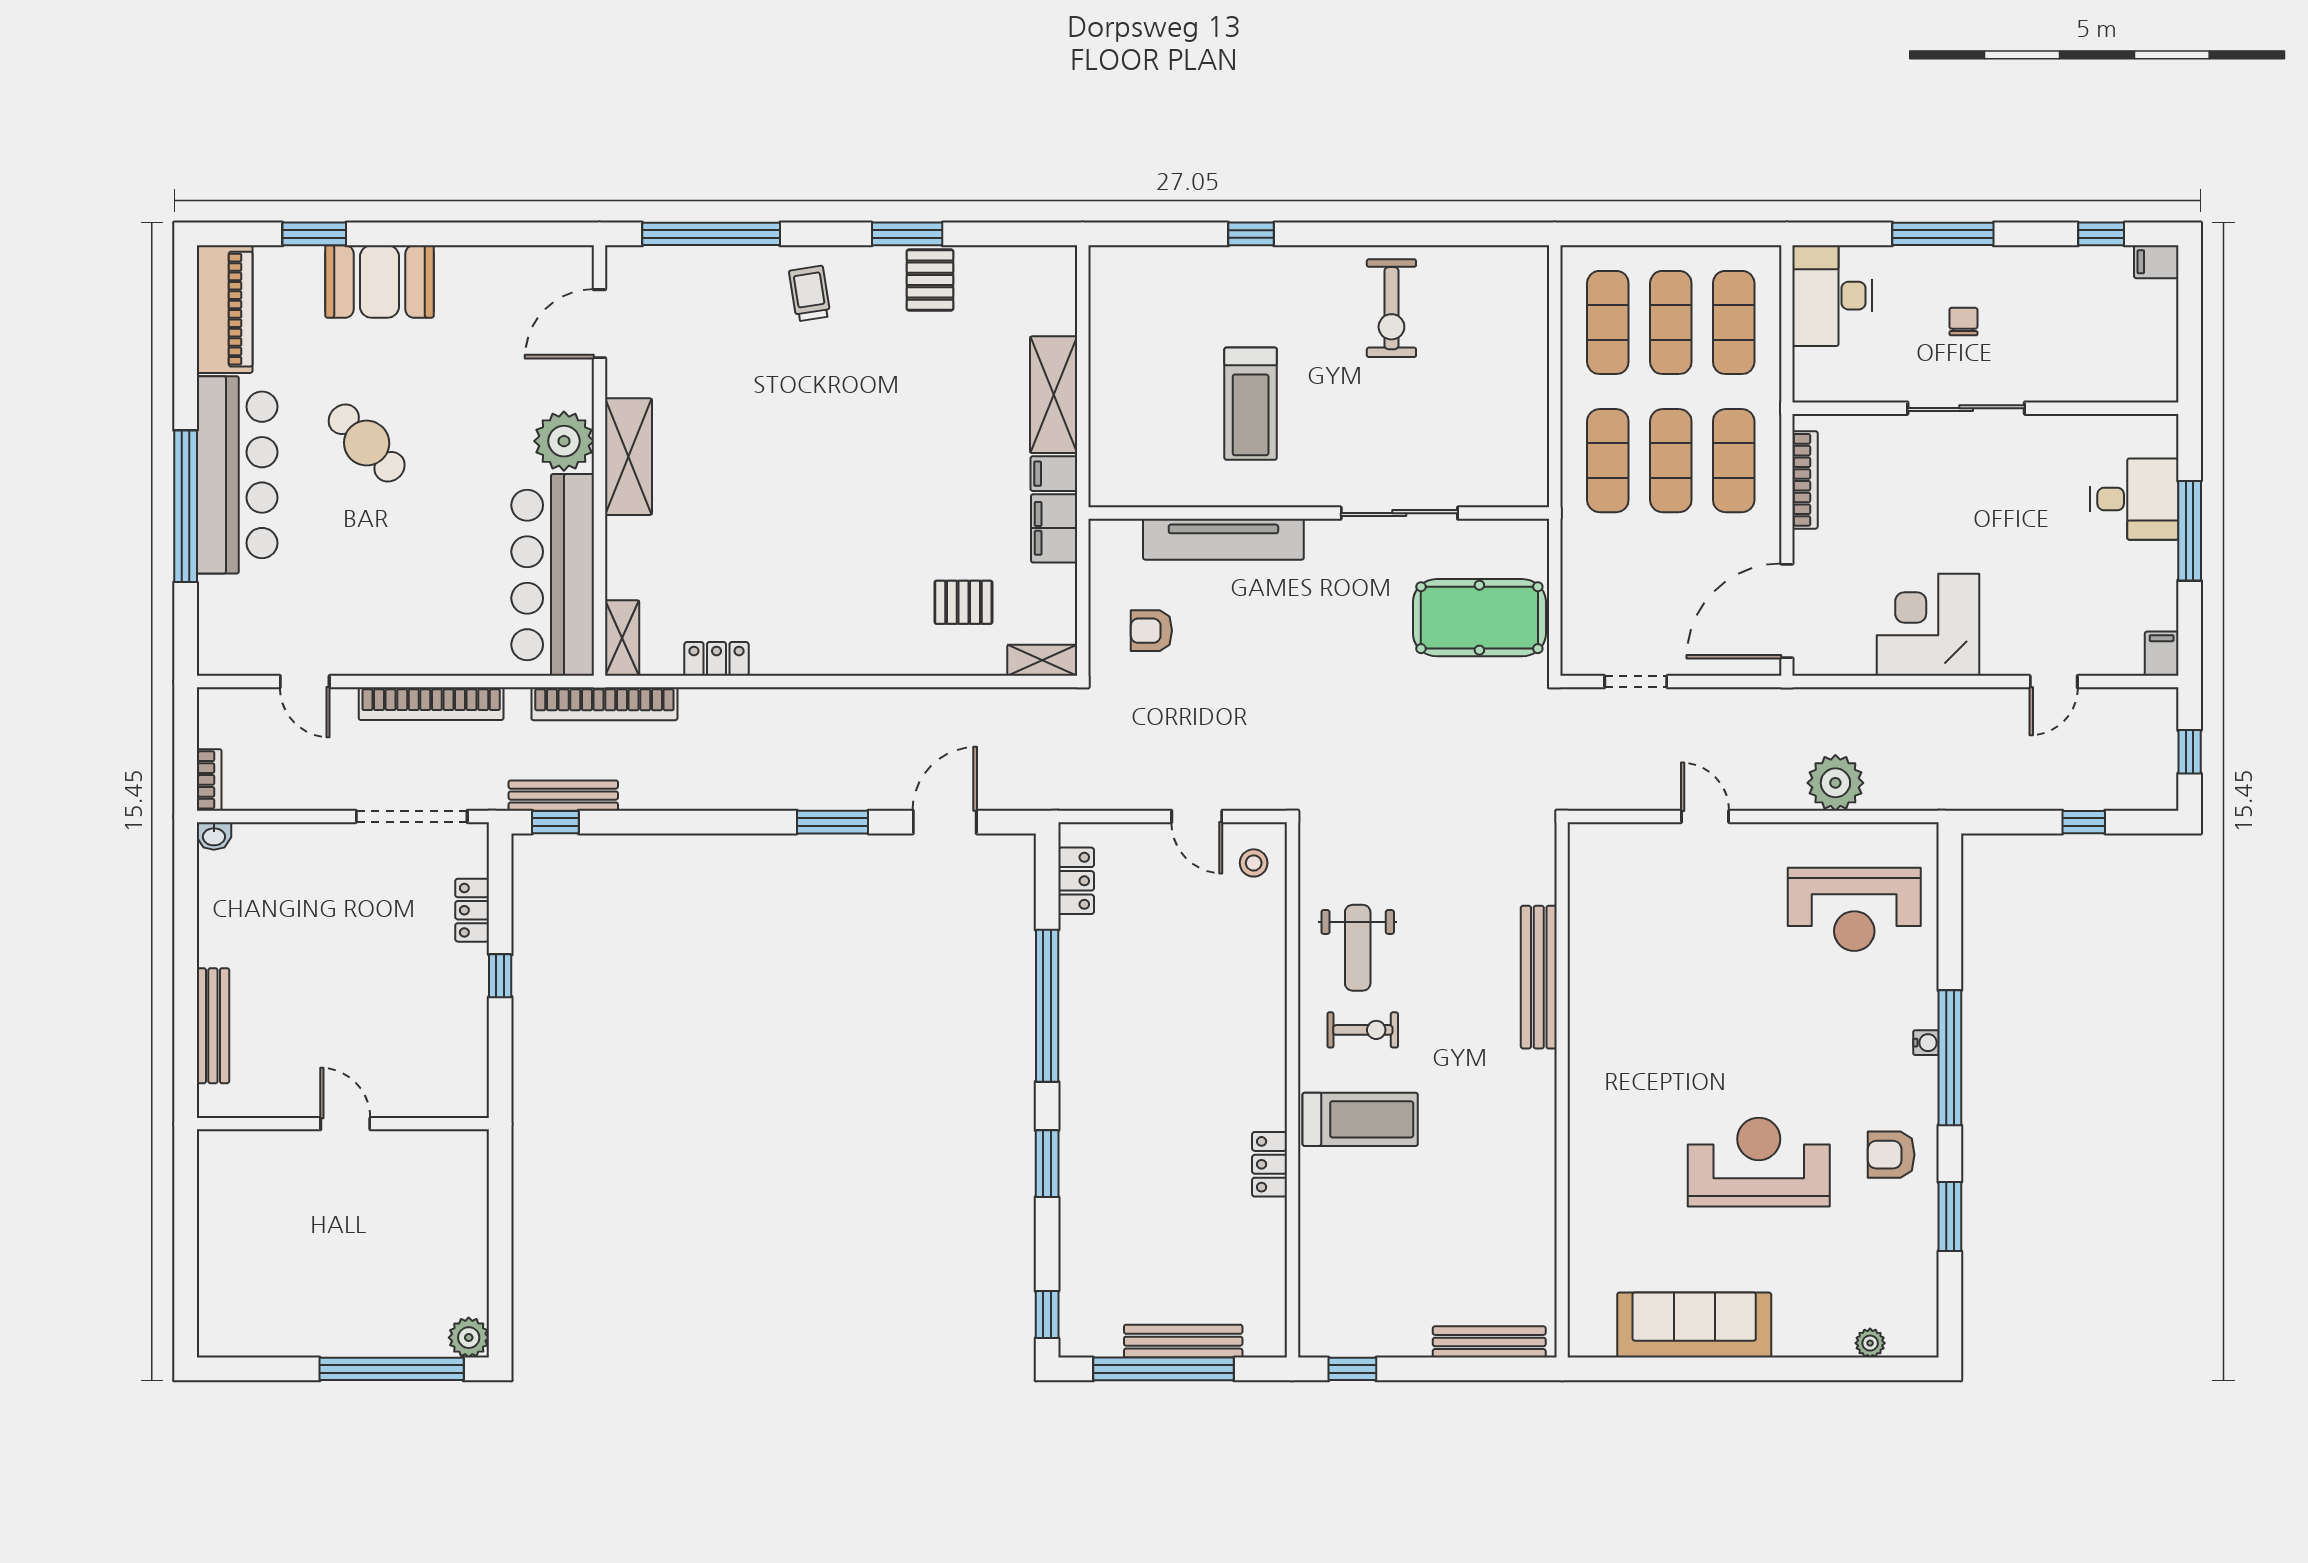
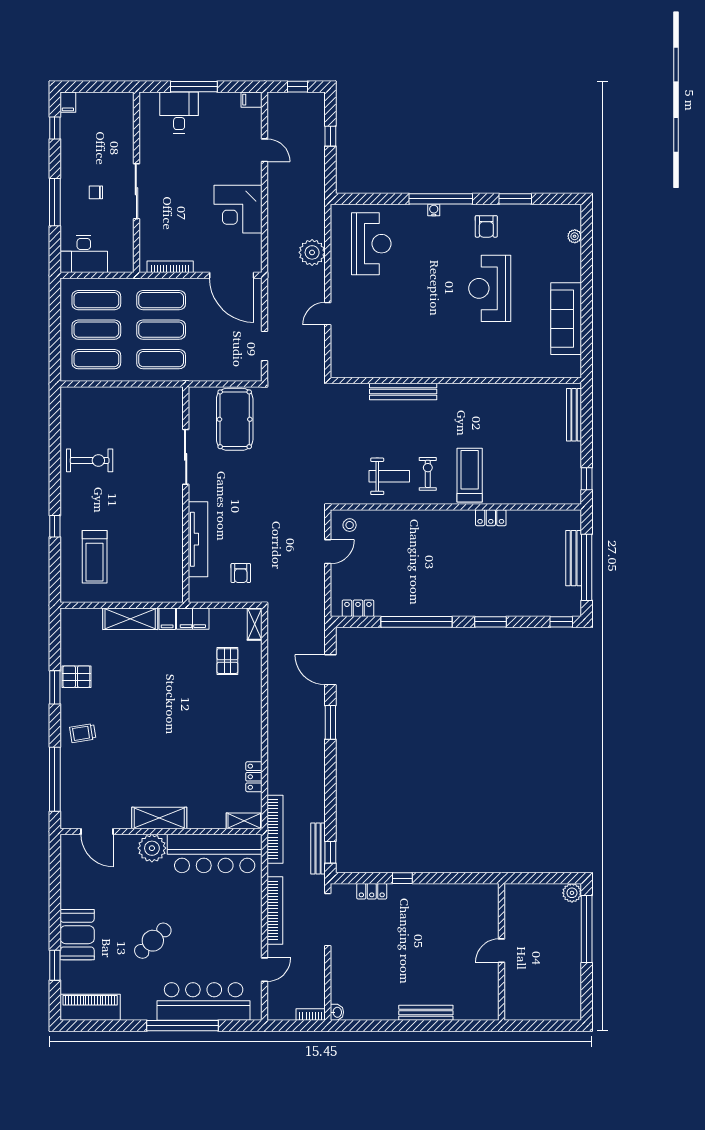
treadmill: (1251, 404) -> (95, 557), moved, turned 90
bar counter: (237, 475) -> (204, 1001), moved
wall: (343, 1124) -> (502, 952), moved
door: (345, 1124) -> (502, 951), moved

